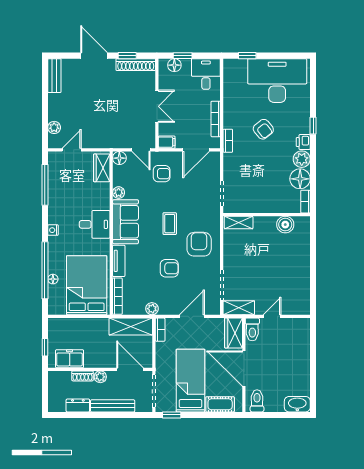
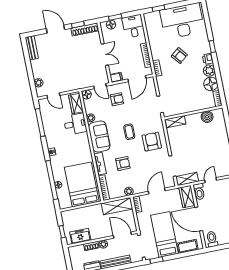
door: (72, 150) -> (53, 95), swing flipped
desk: (95, 224) -> (75, 124), moved
armchair: (169, 268) -> (123, 164), moved

